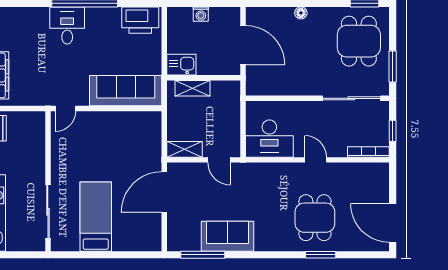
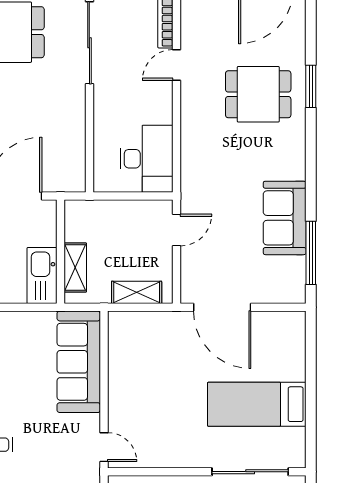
kitchen sink: (181, 65) -> (42, 275), width x1.38
shelving: (185, 149) -> (137, 292), moved, turned 90
door: (316, 160) -> (177, 65), moved

